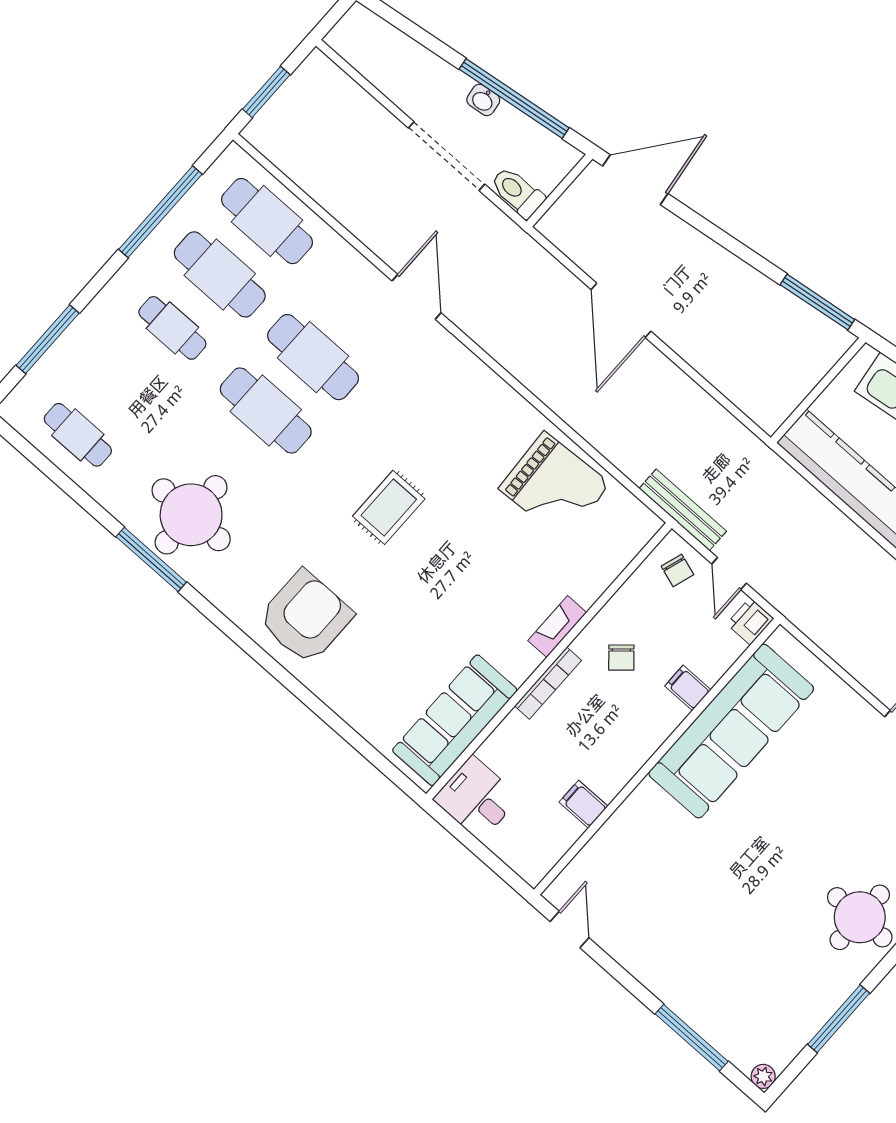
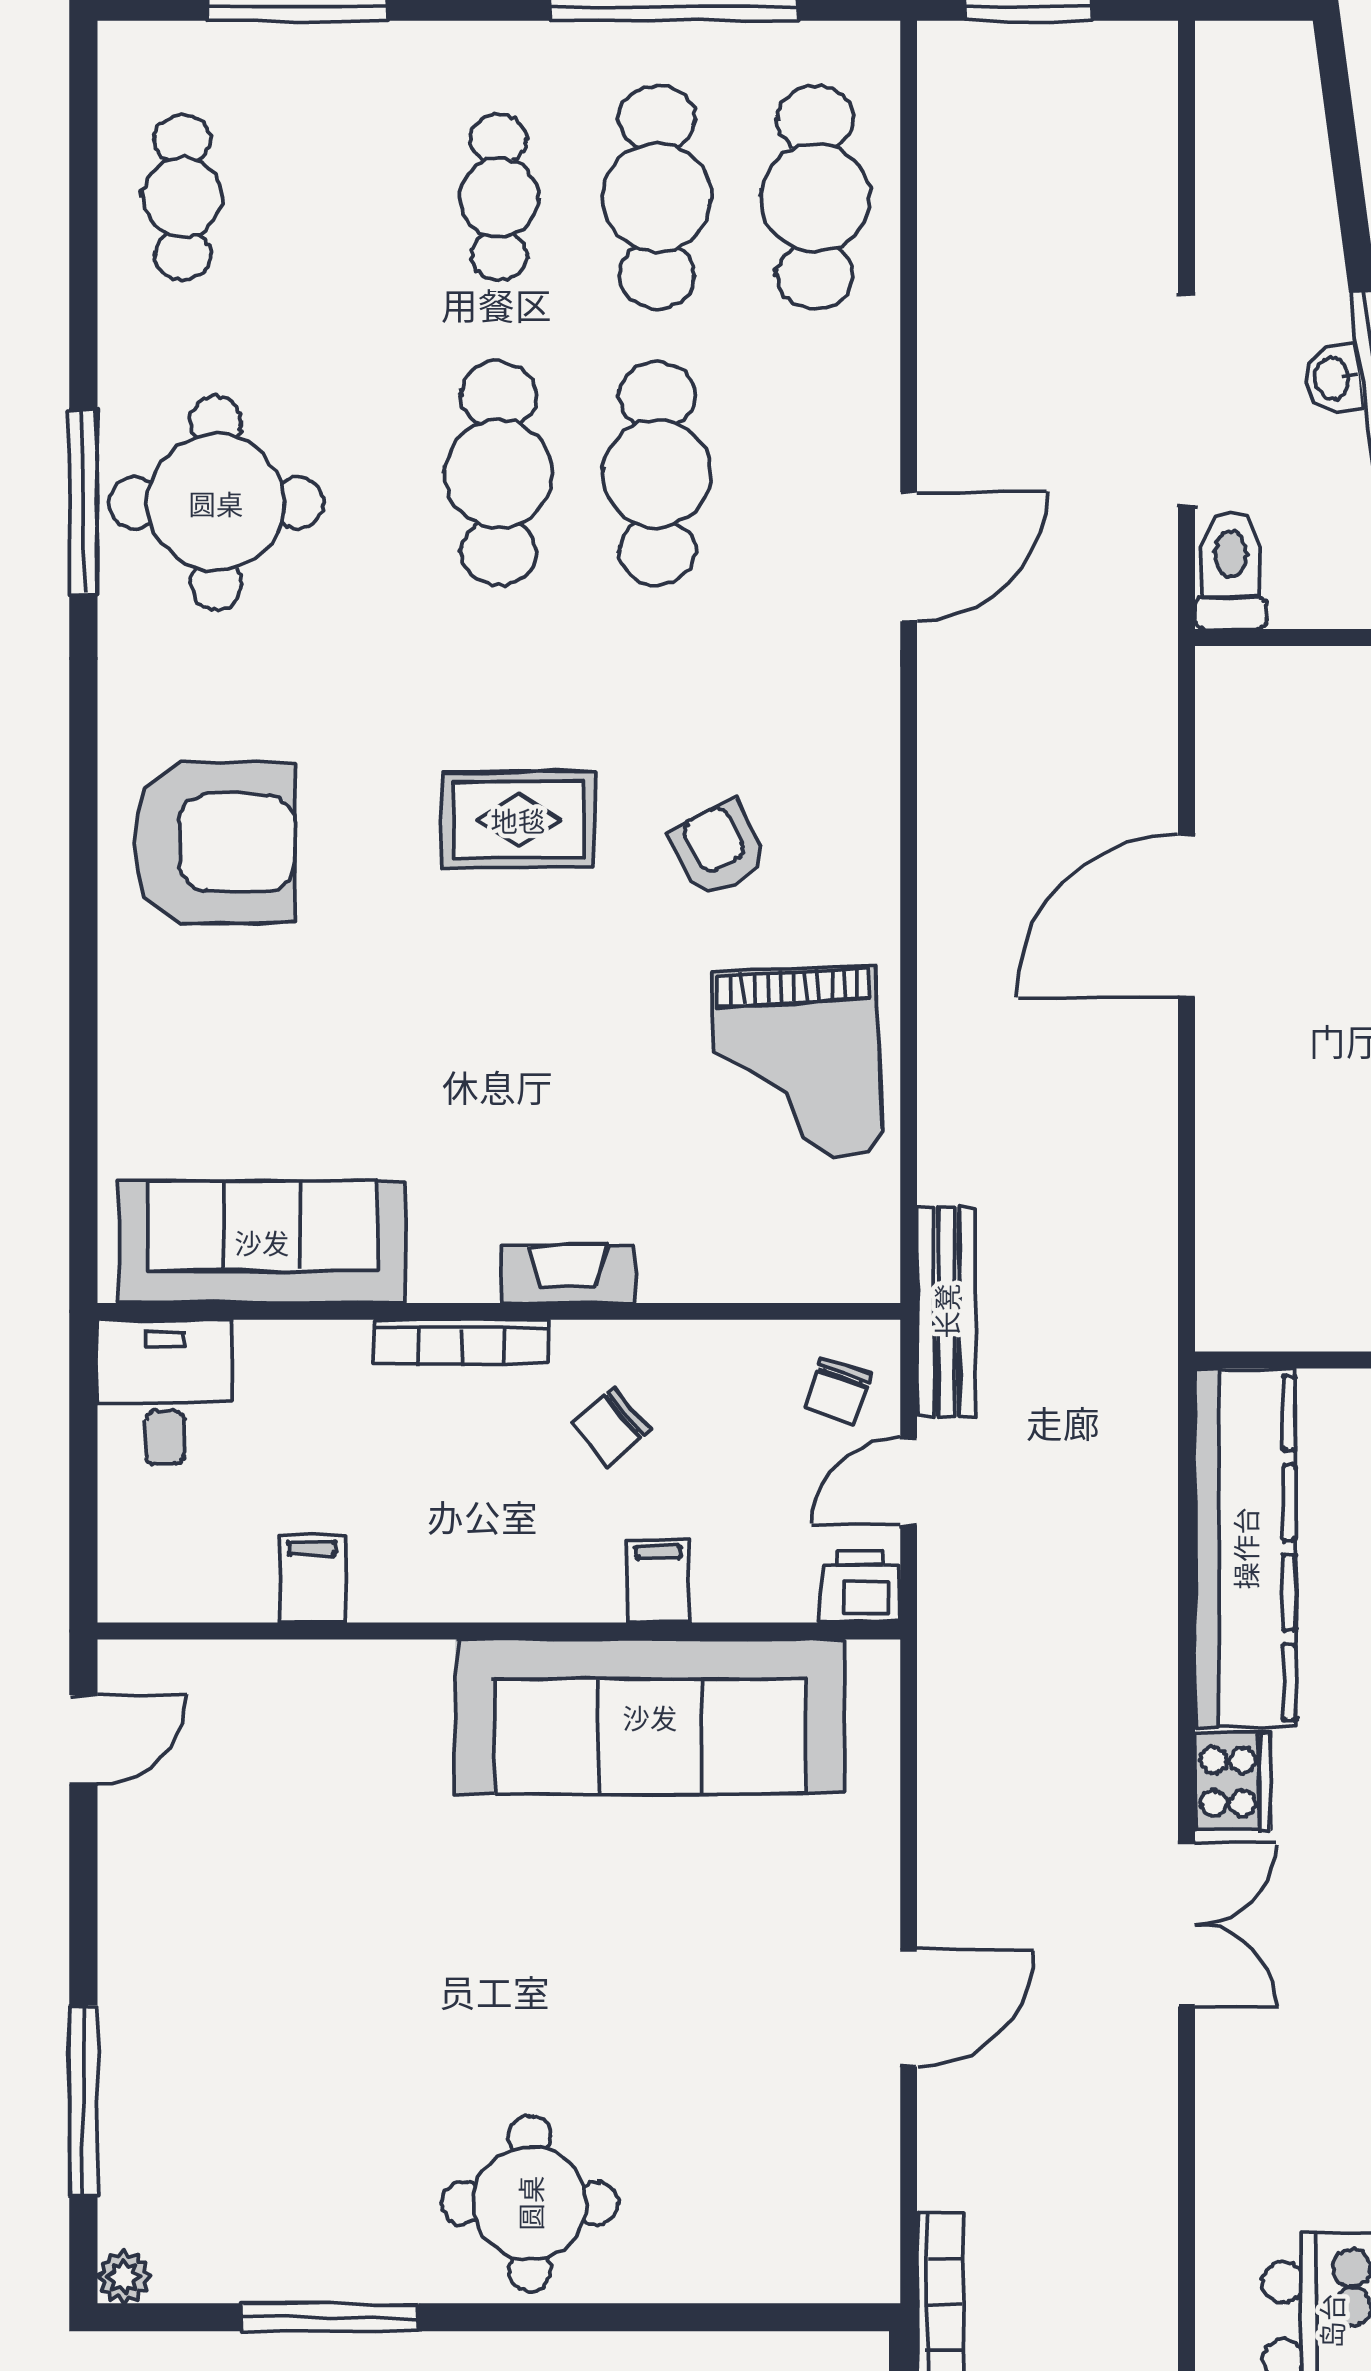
armchair: (459, 449) -> (719, 849), added

